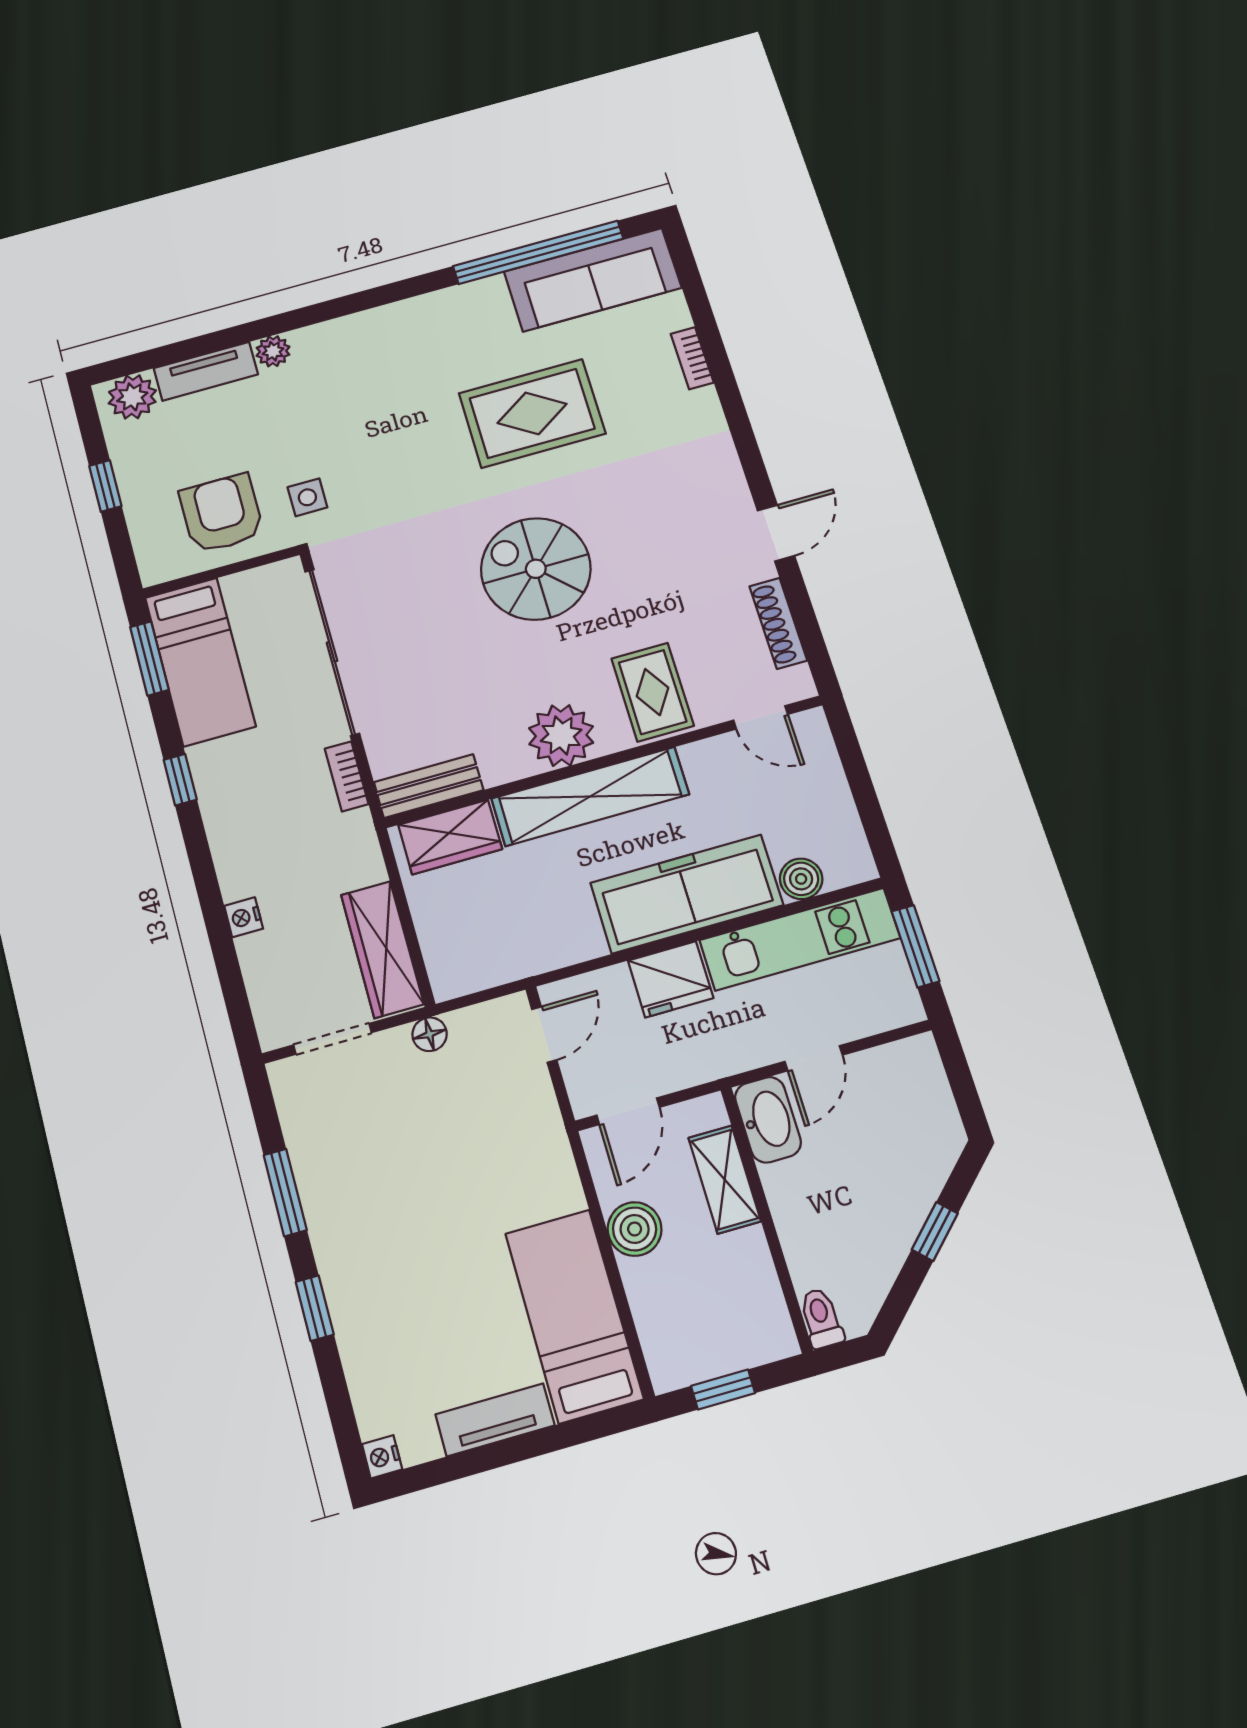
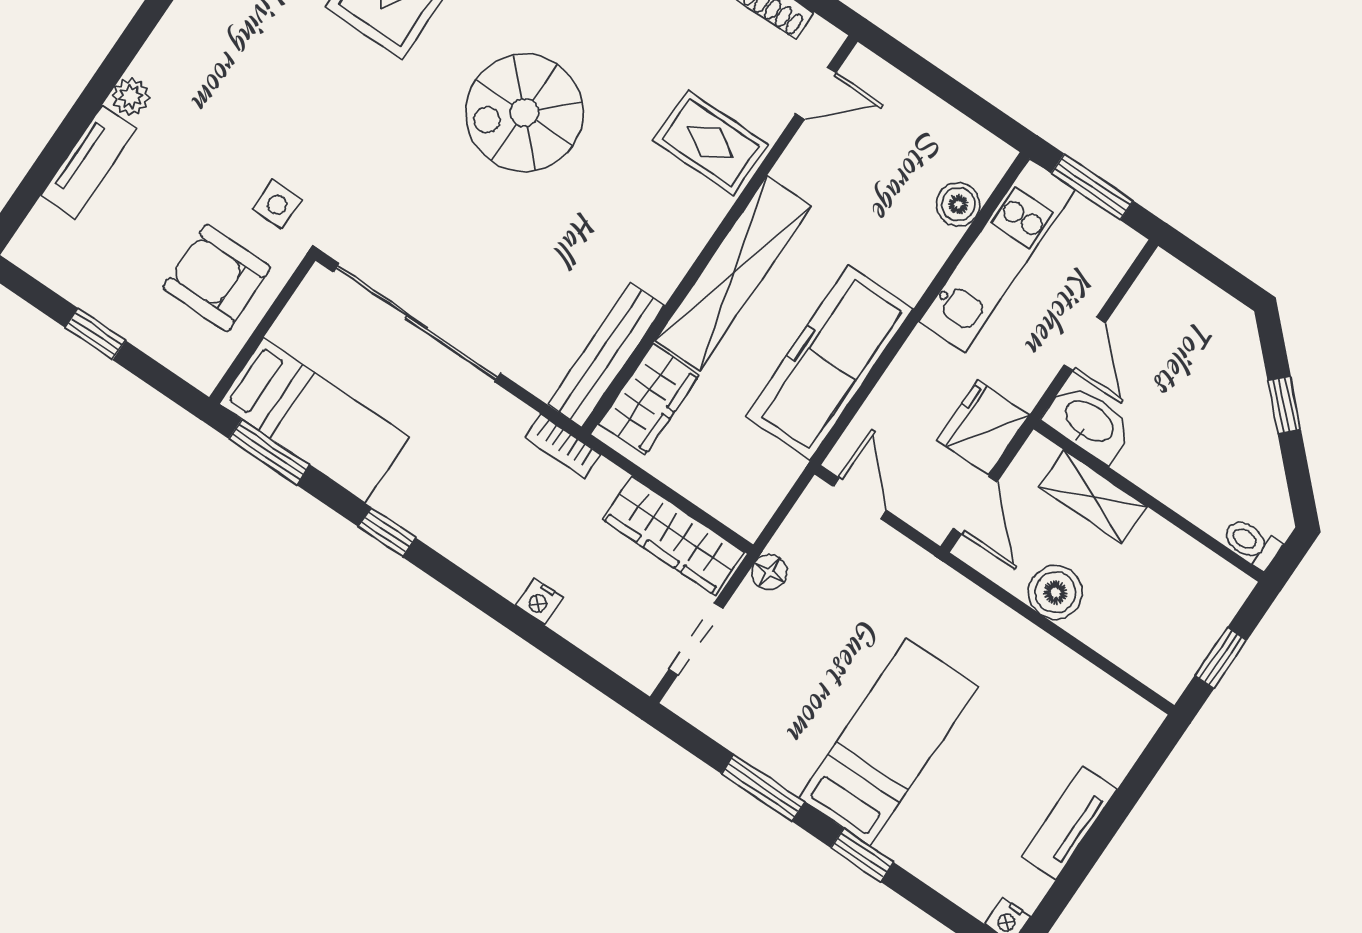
plant: (132, 397) -> (46, 236), removed
plant: (561, 735) -> (667, 241), removed
bookcase: (347, 776) -> (563, 446), moved
bench: (429, 786) -> (606, 355), width x1.36
freezer: (687, 894) -> (829, 363), moved
fridge: (671, 979) -> (983, 427), moved, turned 180
bed: (574, 1316) -> (888, 742), moved, turned 90

